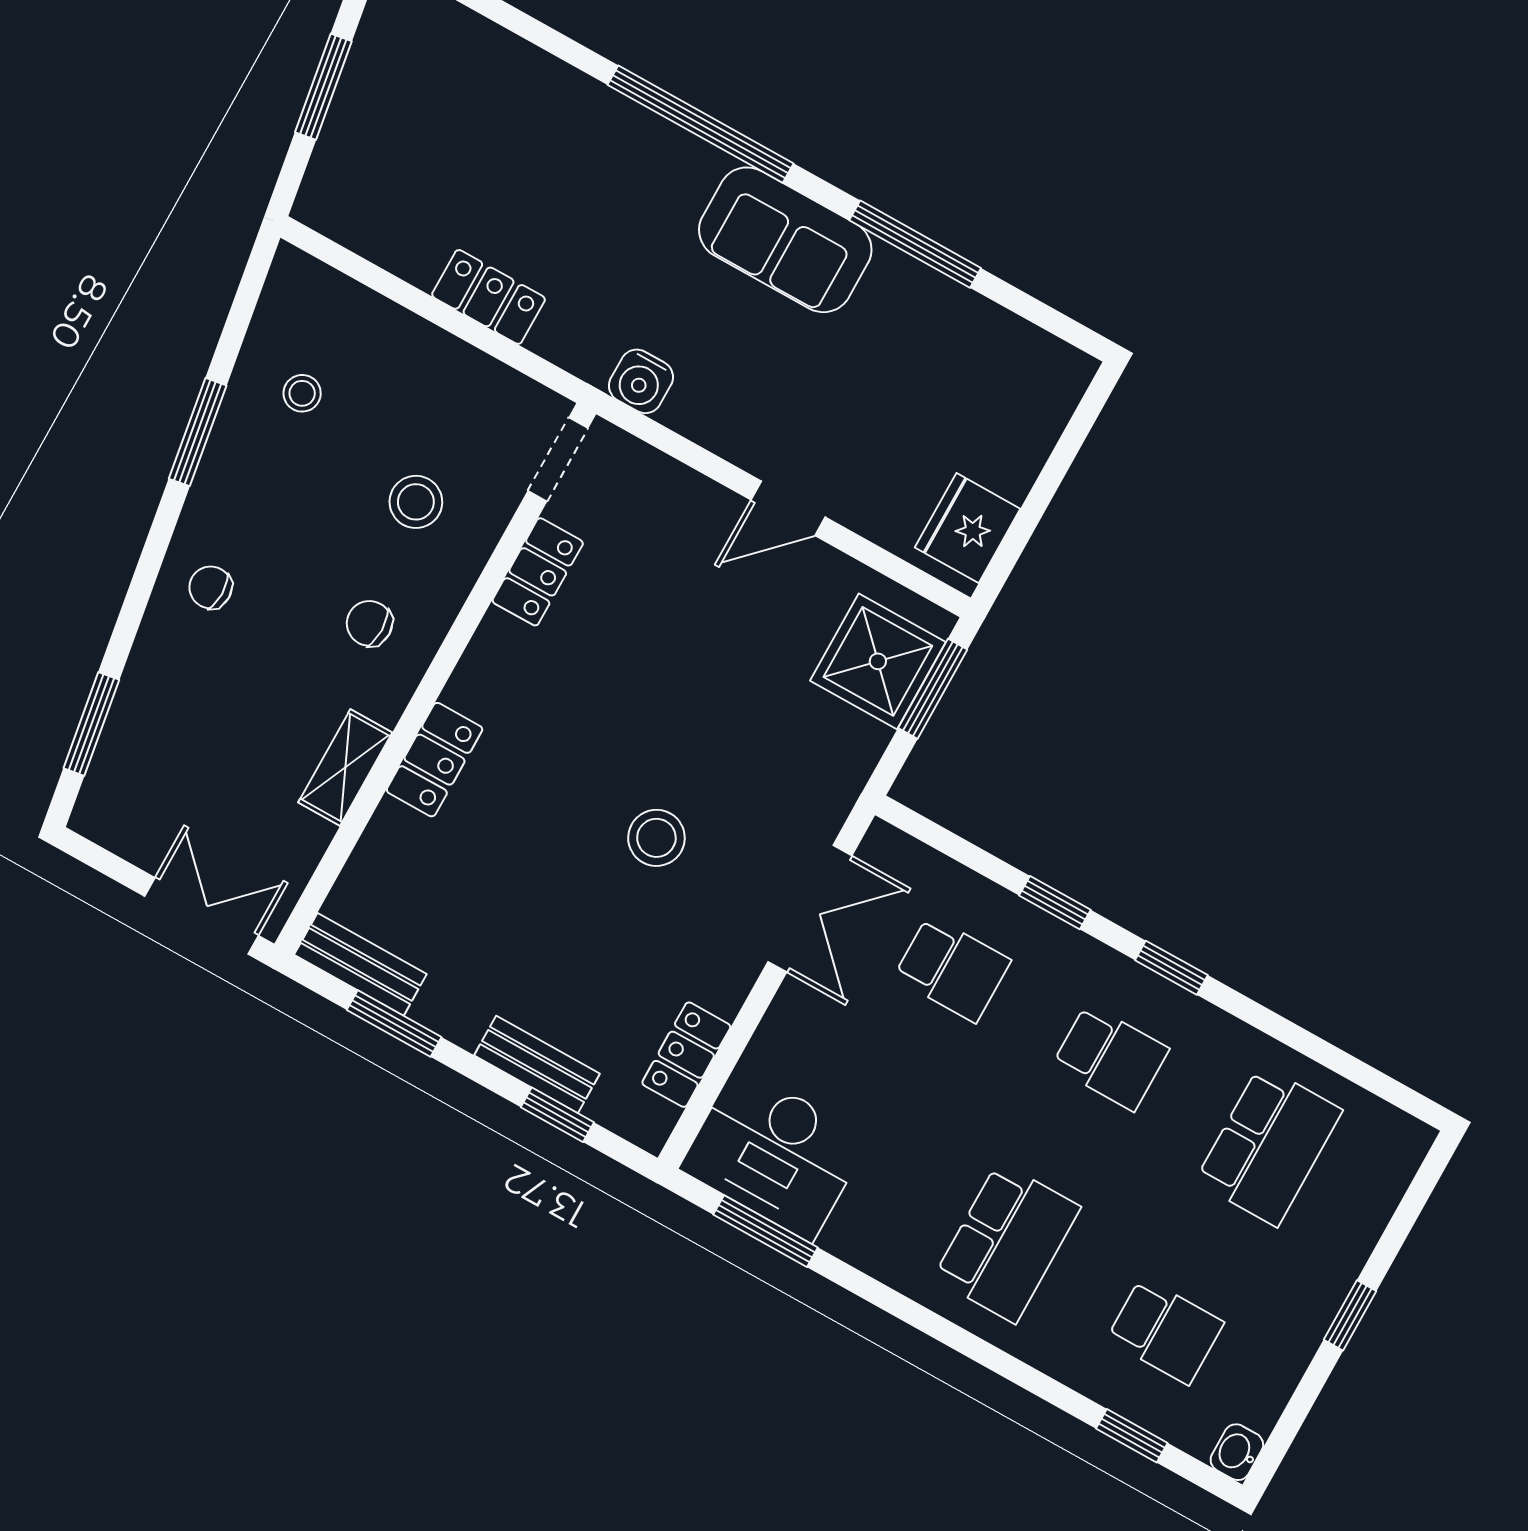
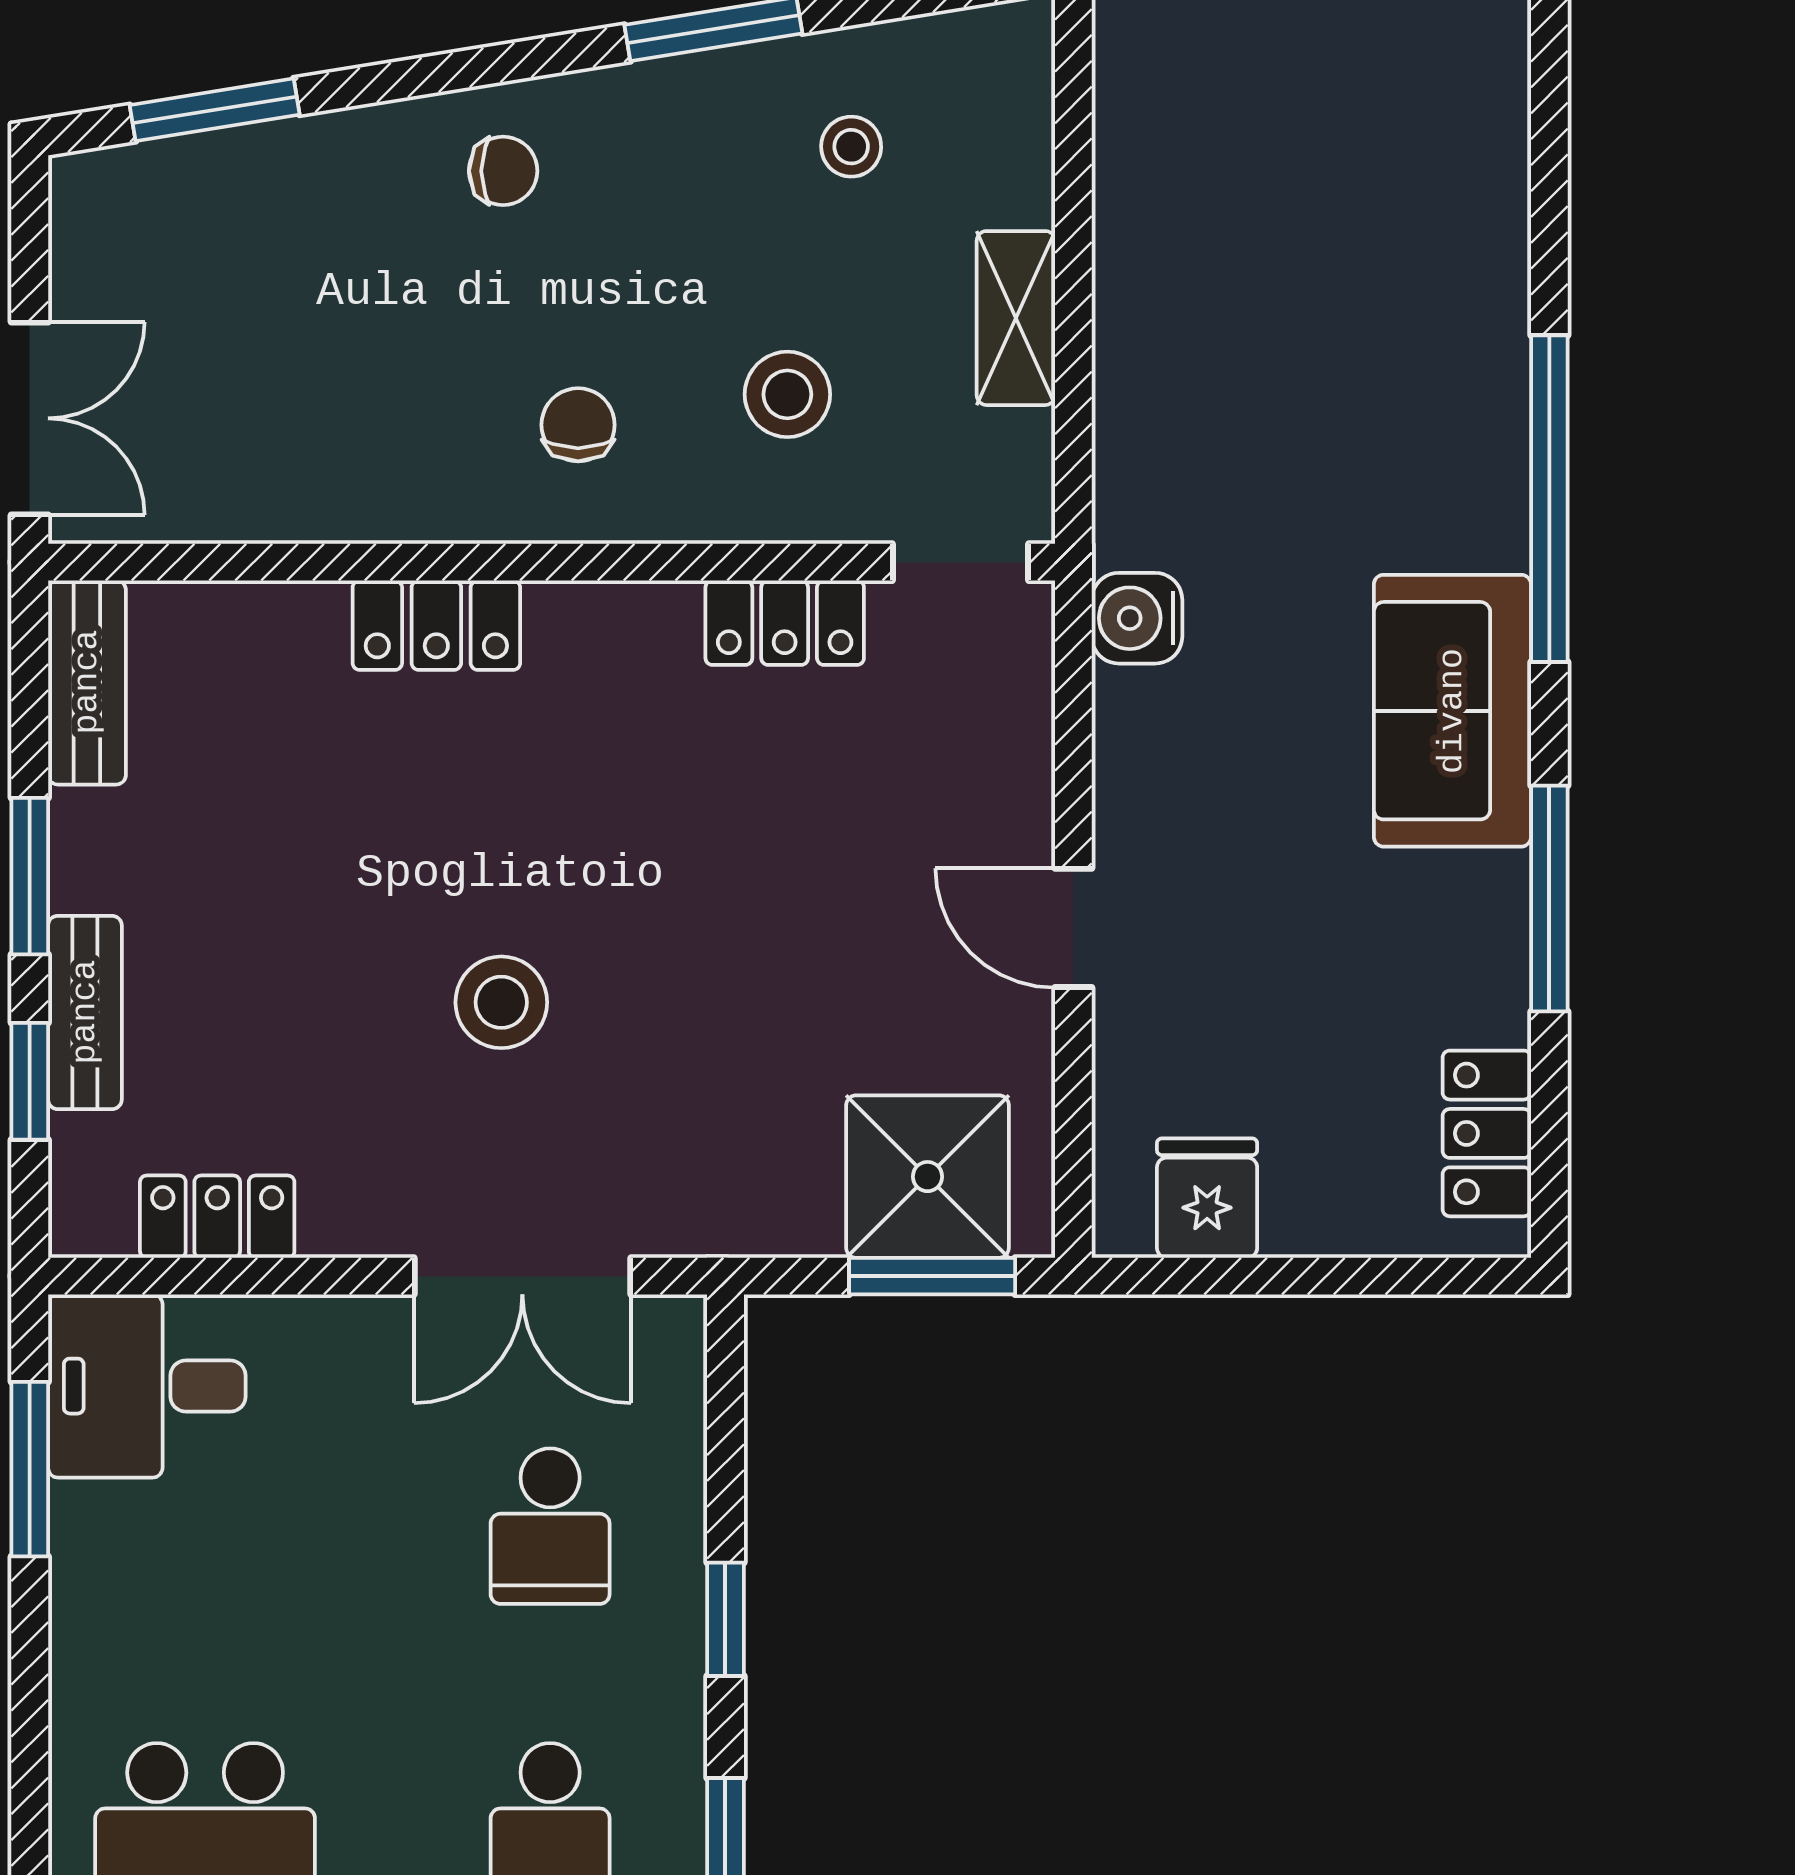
locker: (489, 297) -> (1487, 1133), moved, turned 180
fridge: (968, 528) -> (1207, 1198), width x0.72
chair: (211, 587) -> (503, 171), turned 90
shelving: (345, 767) -> (1016, 318), moved, turned 90
window: (394, 1024) -> (30, 876), moved
desk: (774, 1154) -> (147, 1386), width x0.73

